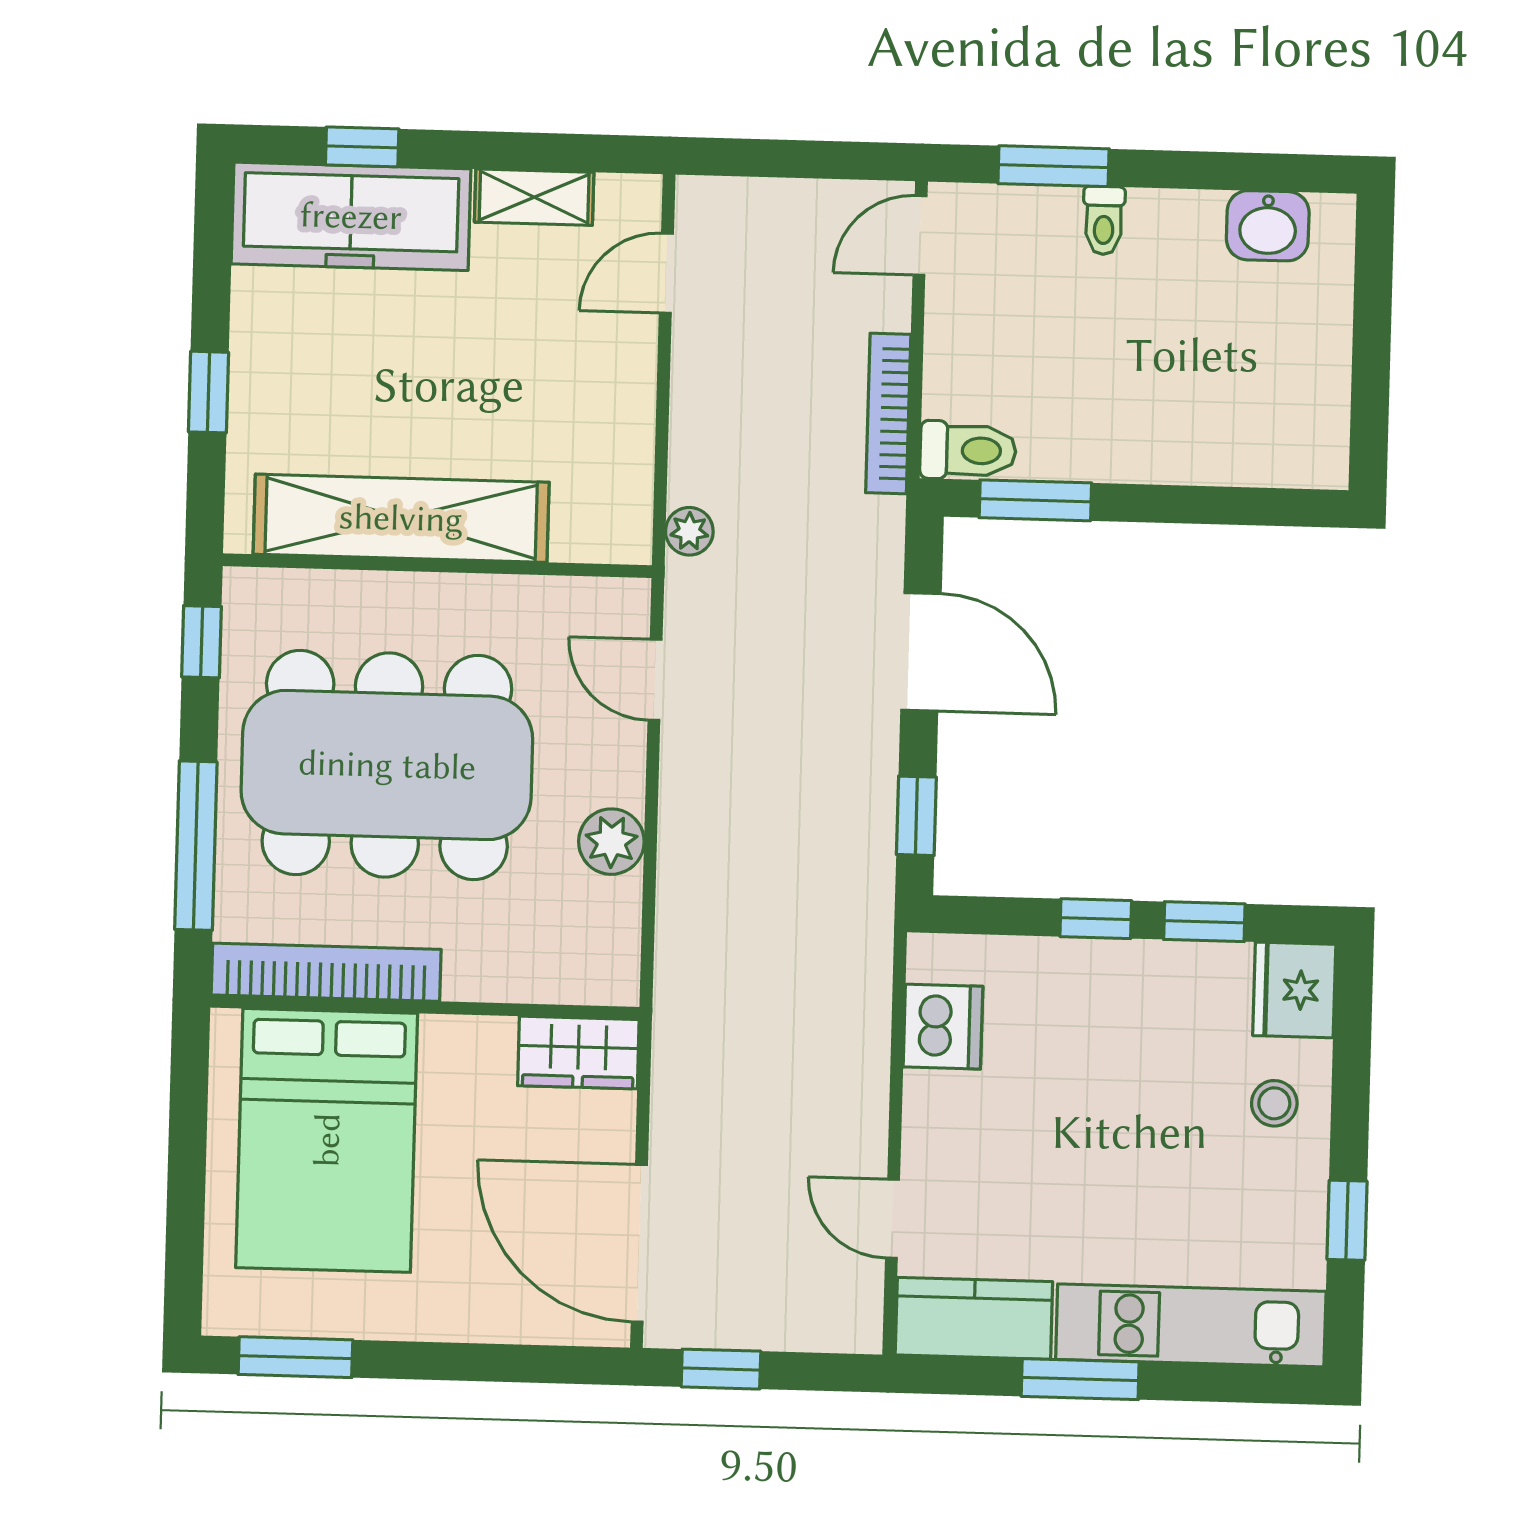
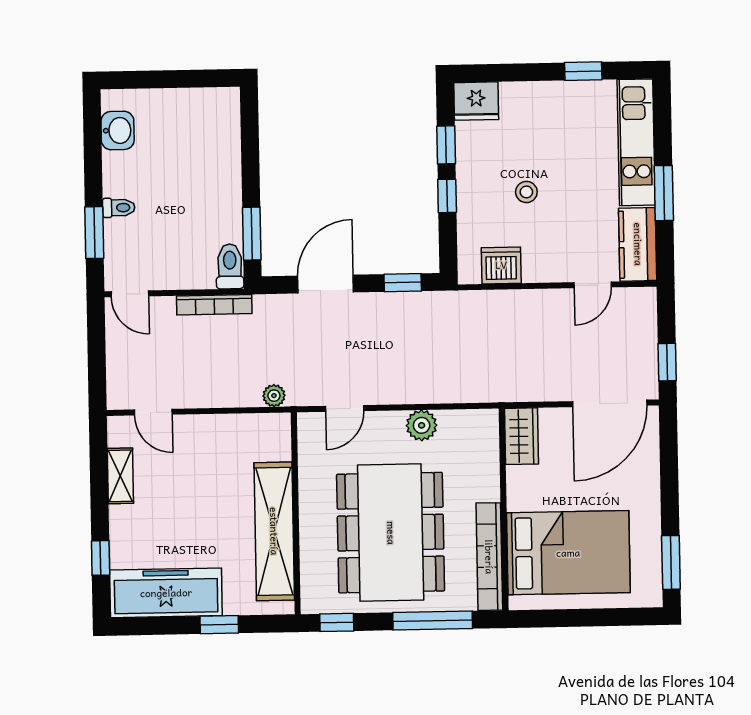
freezer: (351, 216) -> (166, 593), moved, turned -90
stool: (1274, 1103) -> (526, 192), moved

